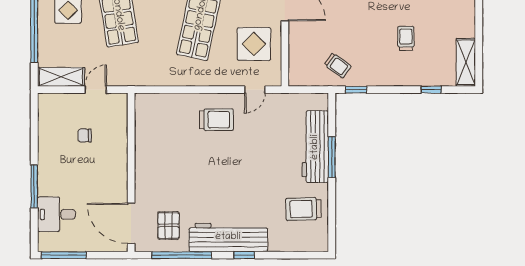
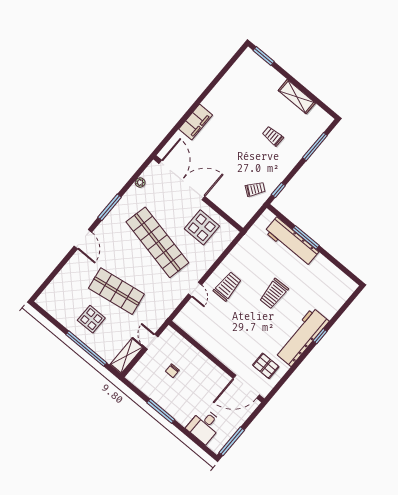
shelving: (466, 62) -> (297, 97), moved
door: (255, 90) -> (195, 289), moved
window: (431, 90) -> (315, 147), width x2.17
window: (34, 186) -> (161, 411), moved
trolley: (304, 209) -> (274, 294), moved
window: (182, 255) -> (289, 373), removed

